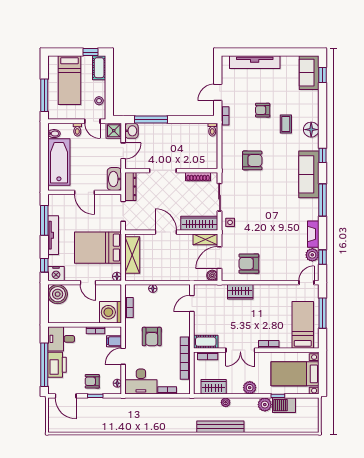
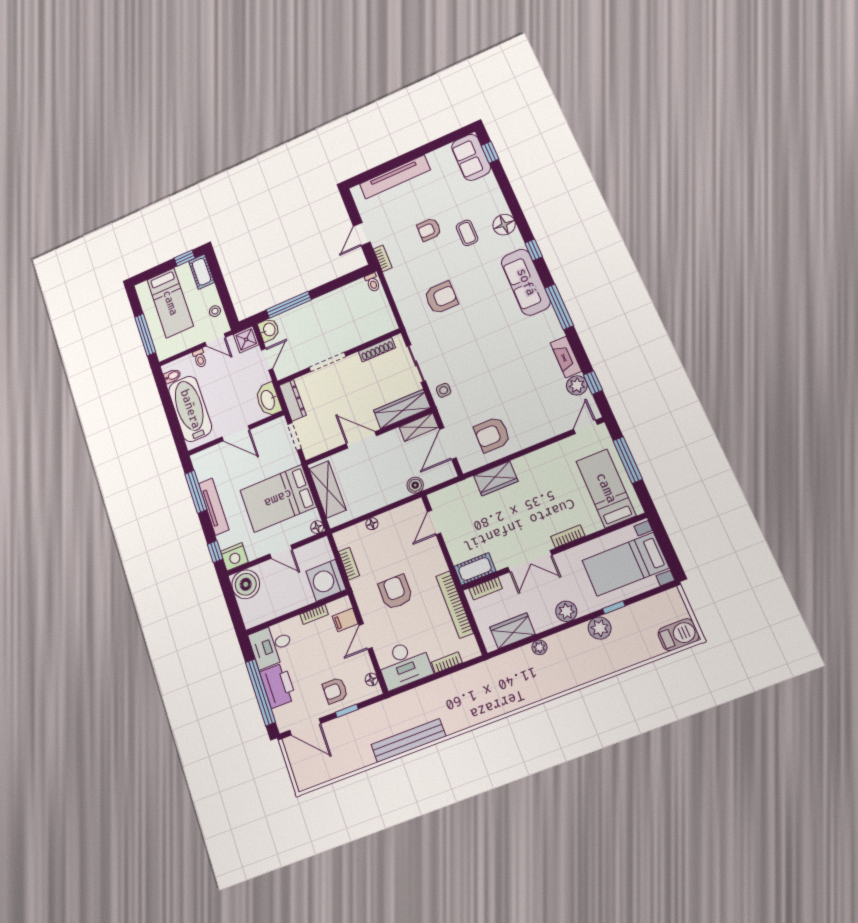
boiler: (212, 275) -> (415, 485), moved
armchair: (152, 337) -> (395, 592), turned 180
barbecue: (284, 405) -> (678, 635), moved, turned 180
bench: (220, 427) -> (408, 740), moved

